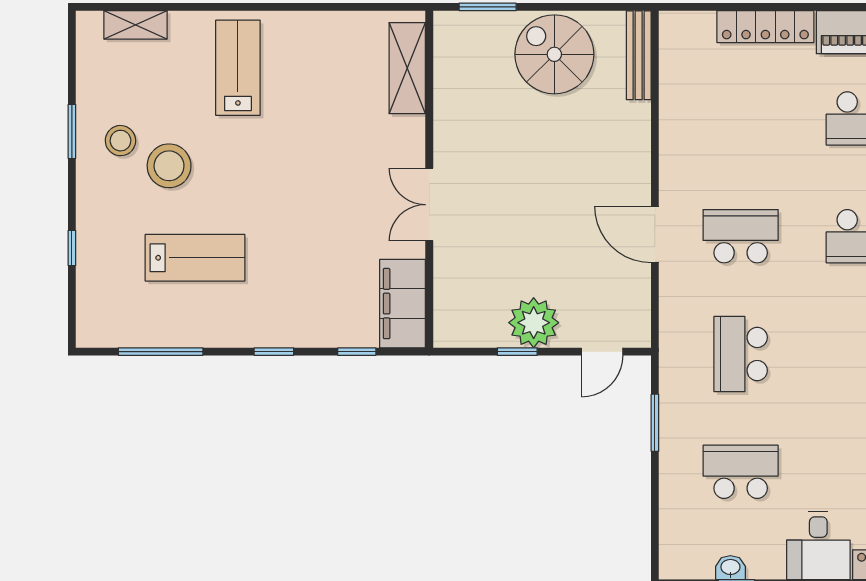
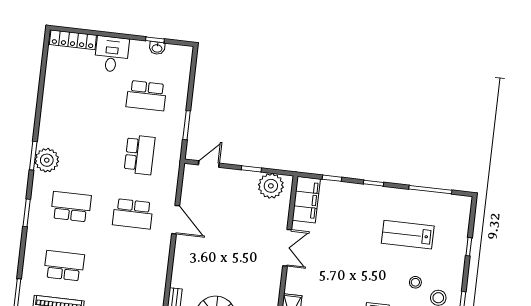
stool: (169, 166) -> (415, 282), width x0.53, depth x0.53
plant: (534, 323) -> (271, 186), moved

